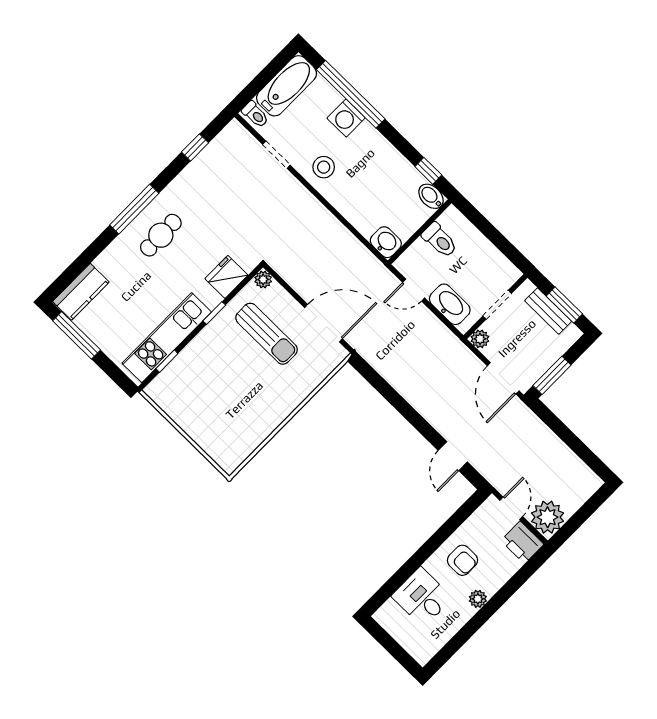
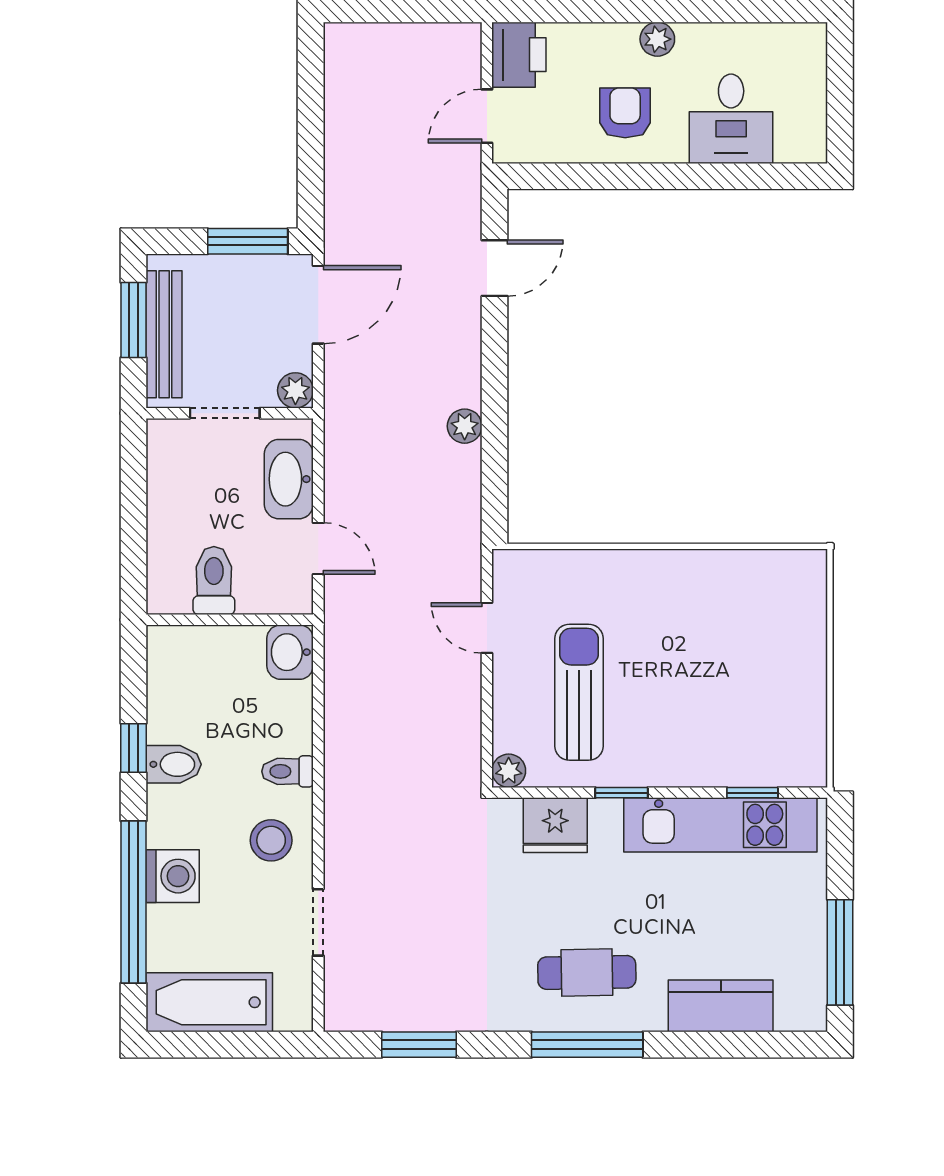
toilet: (255, 114) -> (288, 771), moved, turned -90
window: (195, 147) -> (419, 1045), width x1.50
window: (428, 171) -> (134, 748), moved
bidet: (431, 196) -> (174, 764), moved, turned -90
kitchen counter: (81, 292) -> (721, 1006), moved
bench: (548, 311) -> (164, 334), width x1.36
door: (323, 323) -> (487, 628), width x0.53
plant: (548, 517) -> (465, 426), moved, width x0.53, depth x0.53

